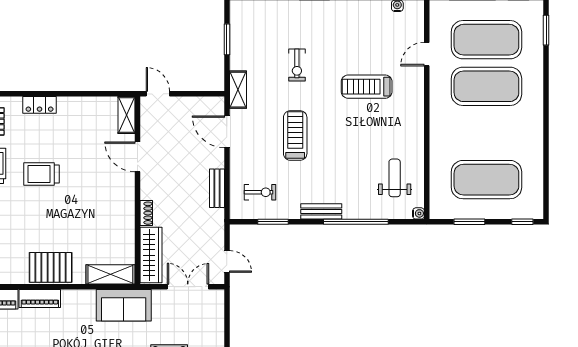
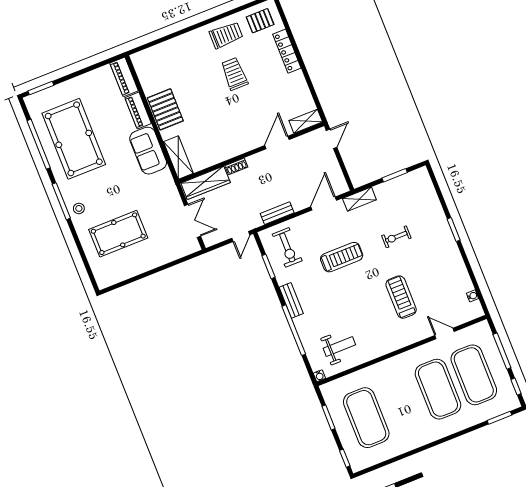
locker: (40, 105) -> (287, 51), width x1.53
exercise bike: (260, 192) -> (287, 247), width x1.38, depth x1.39
door: (227, 261) -> (241, 236), moved
sofa: (124, 305) -> (148, 151), moved

